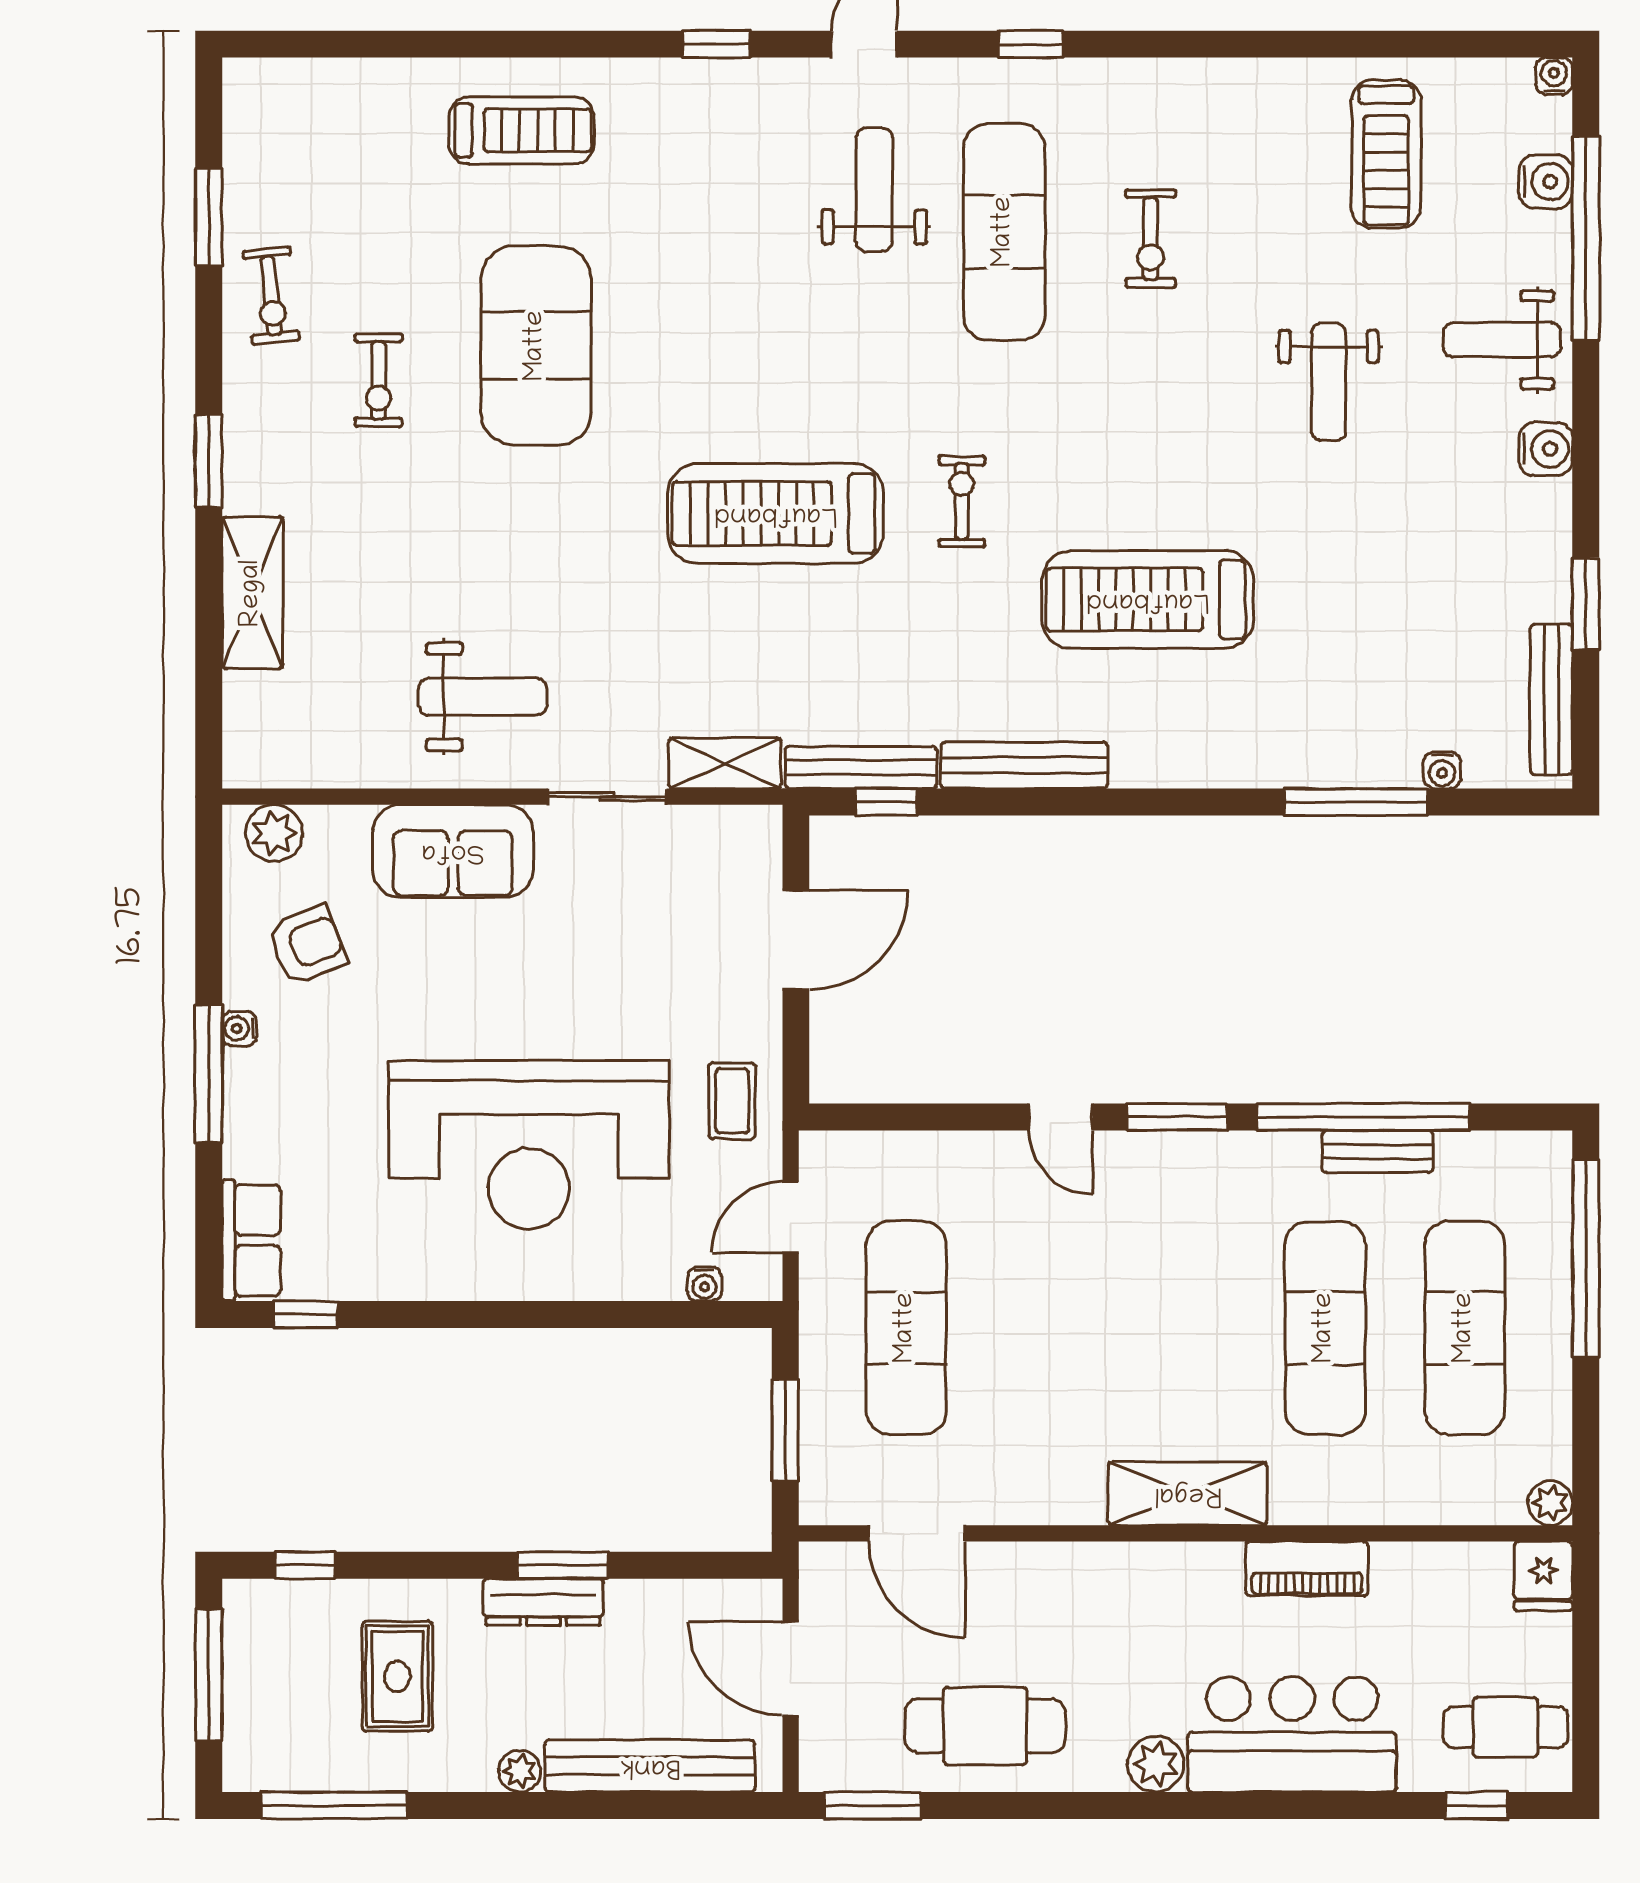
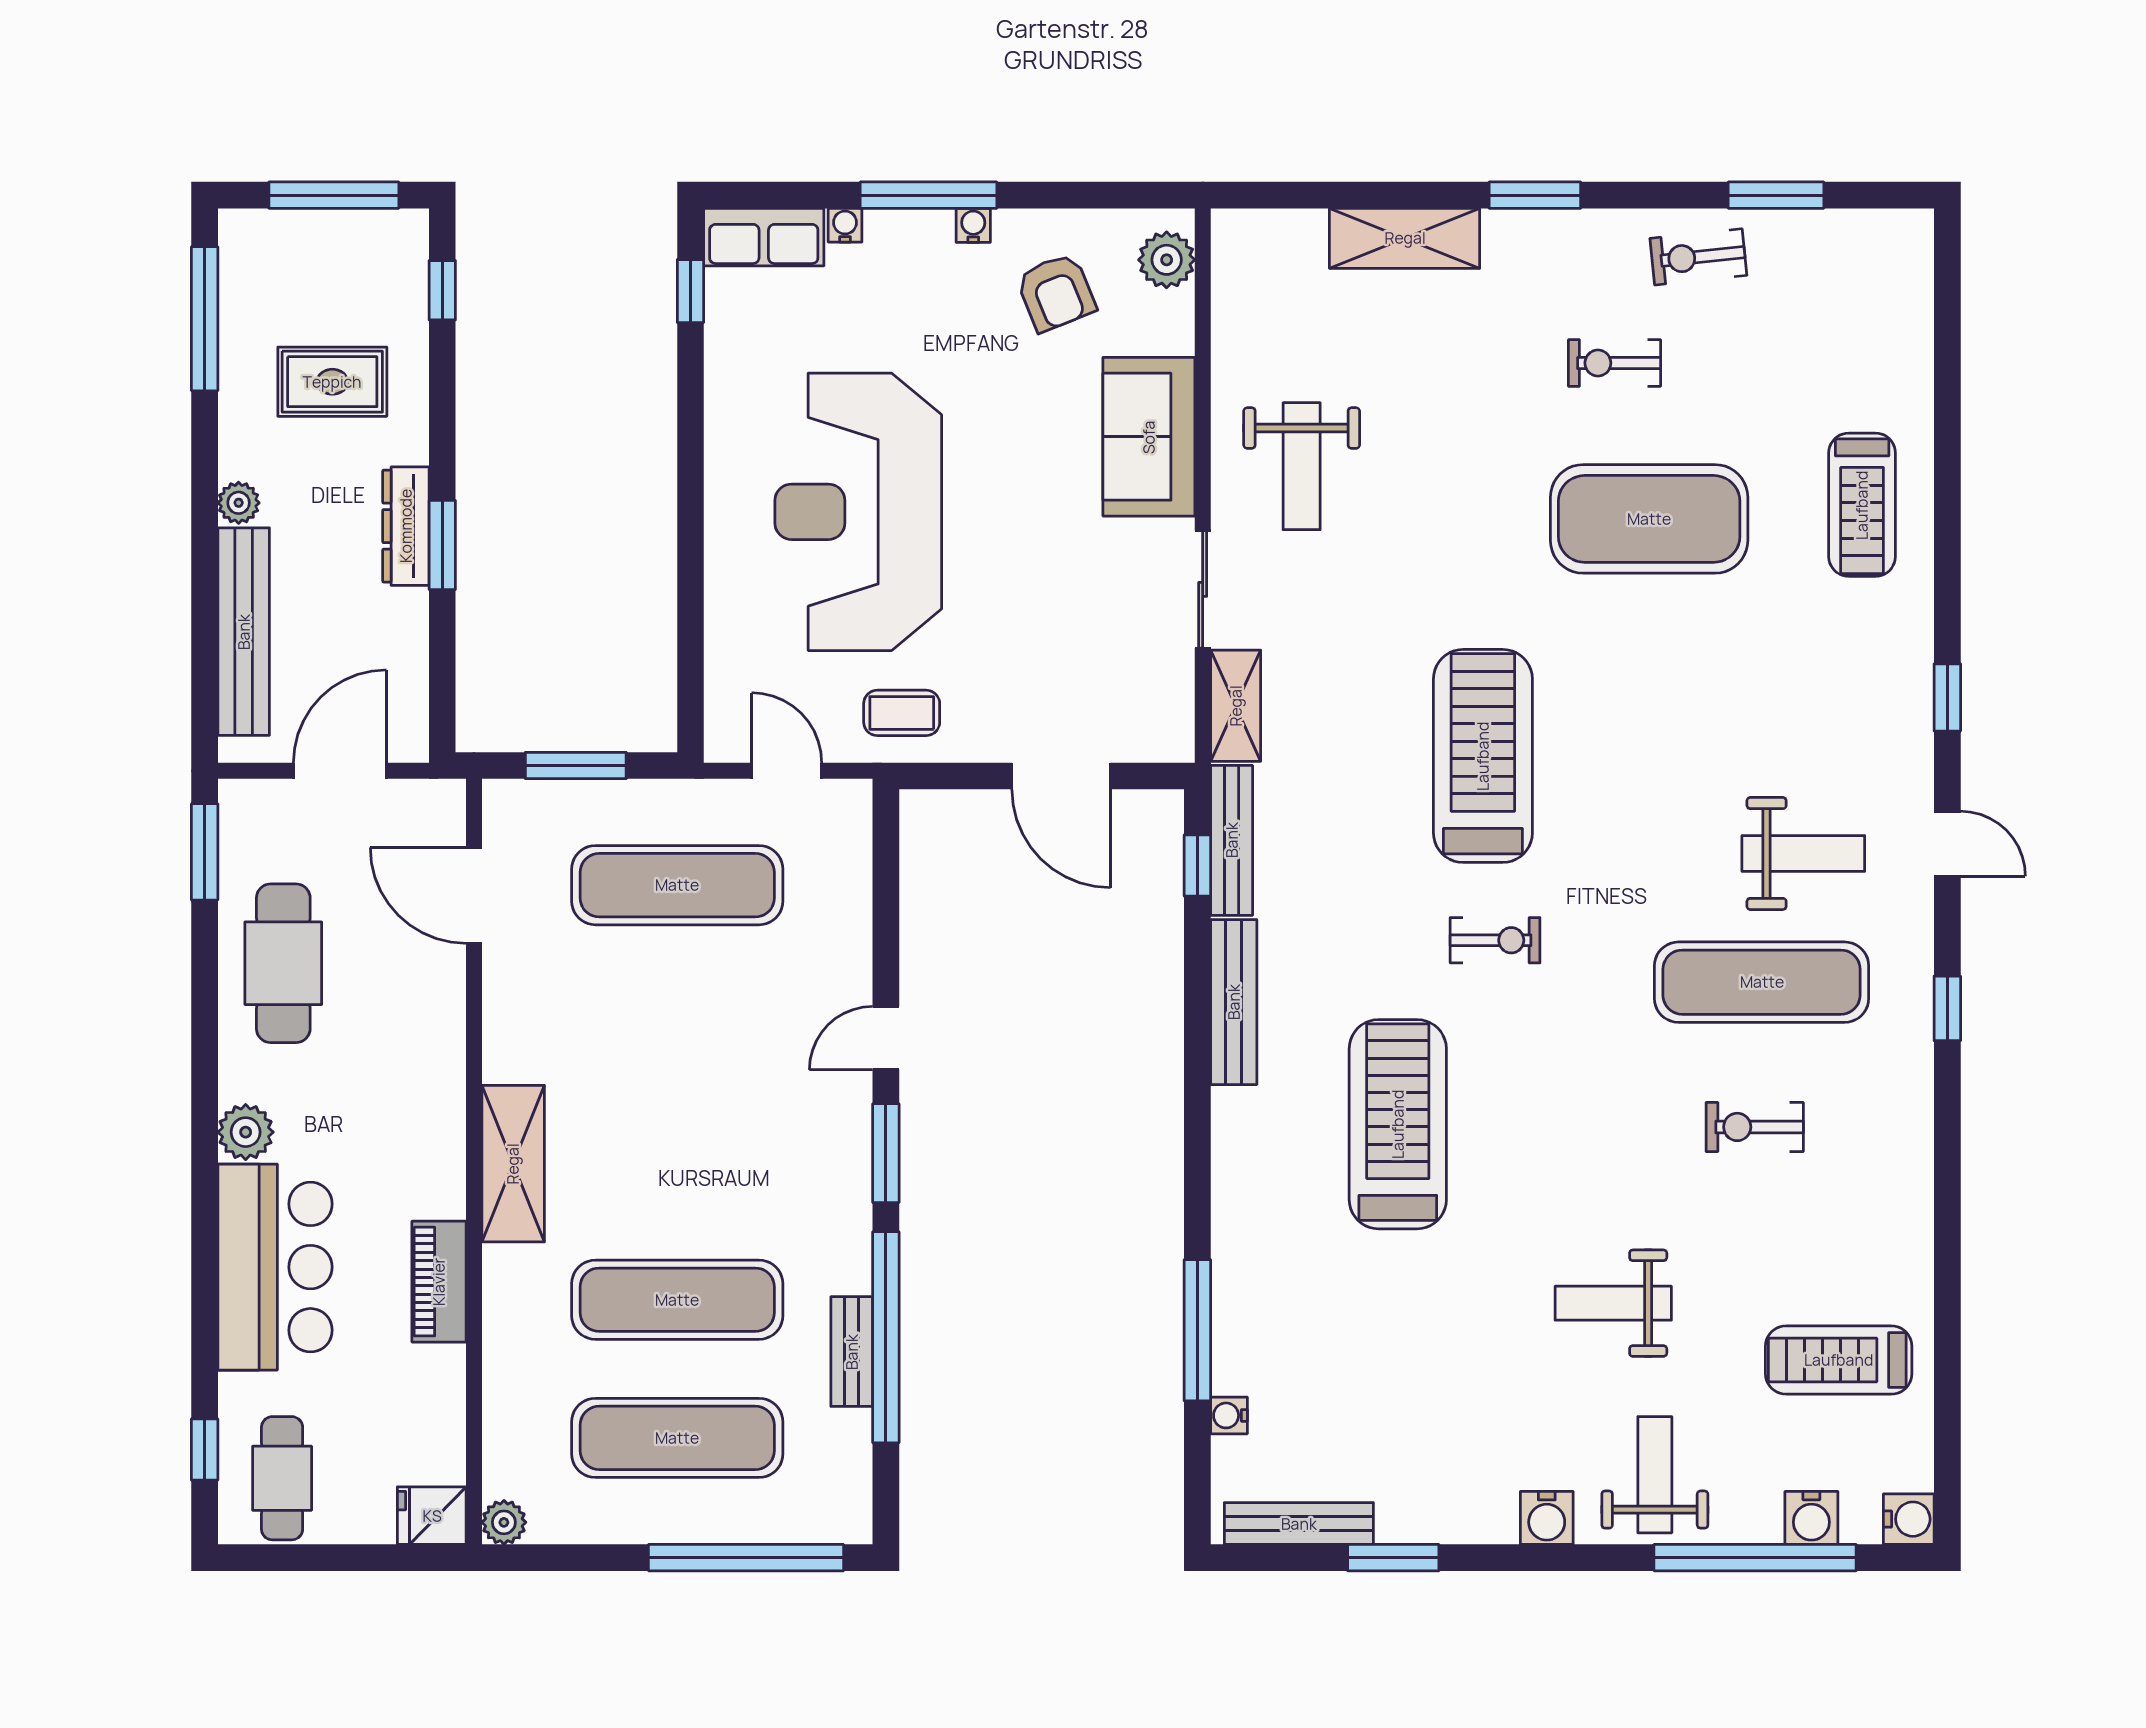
water cooler: (1554, 76) -> (1909, 1519), width x1.38, depth x1.38
water cooler: (704, 1284) -> (845, 225), moved, turned 90
door: (917, 1533) -> (474, 896), hinge flipped

